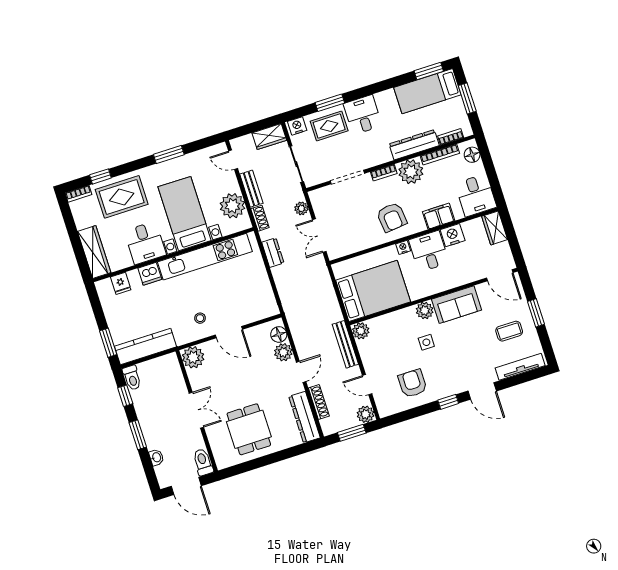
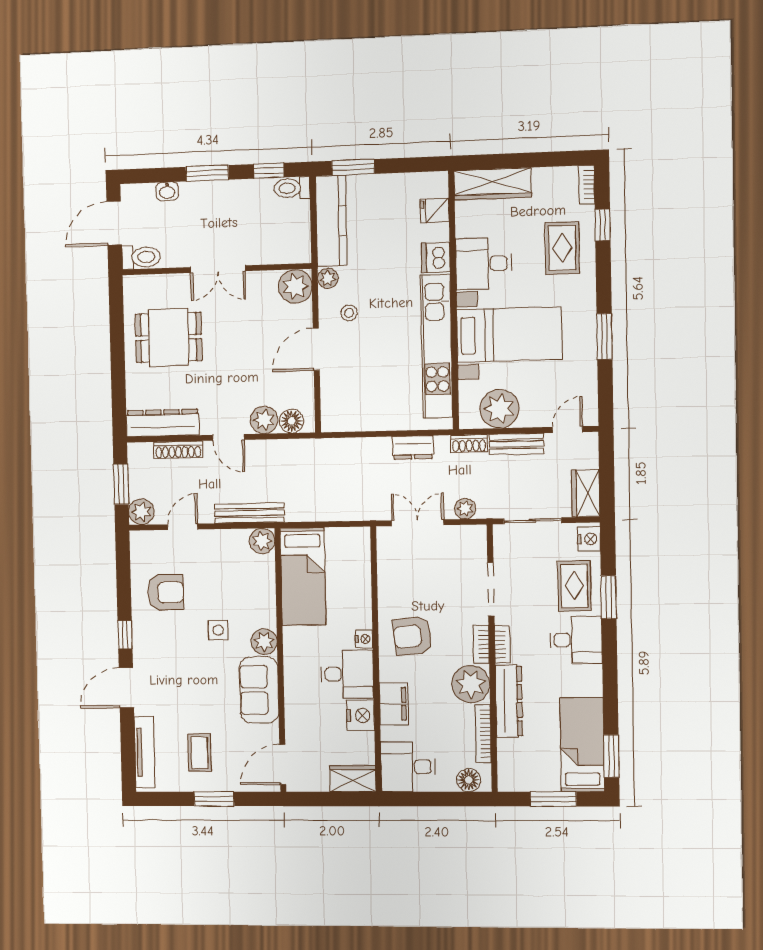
bookcase: (451, 137) -> (502, 645), moved
rug: (122, 197) -> (562, 248), width x0.73, depth x0.70
bed: (373, 291) -> (303, 576), width x0.67
plant: (182, 338) -> (328, 278), added

